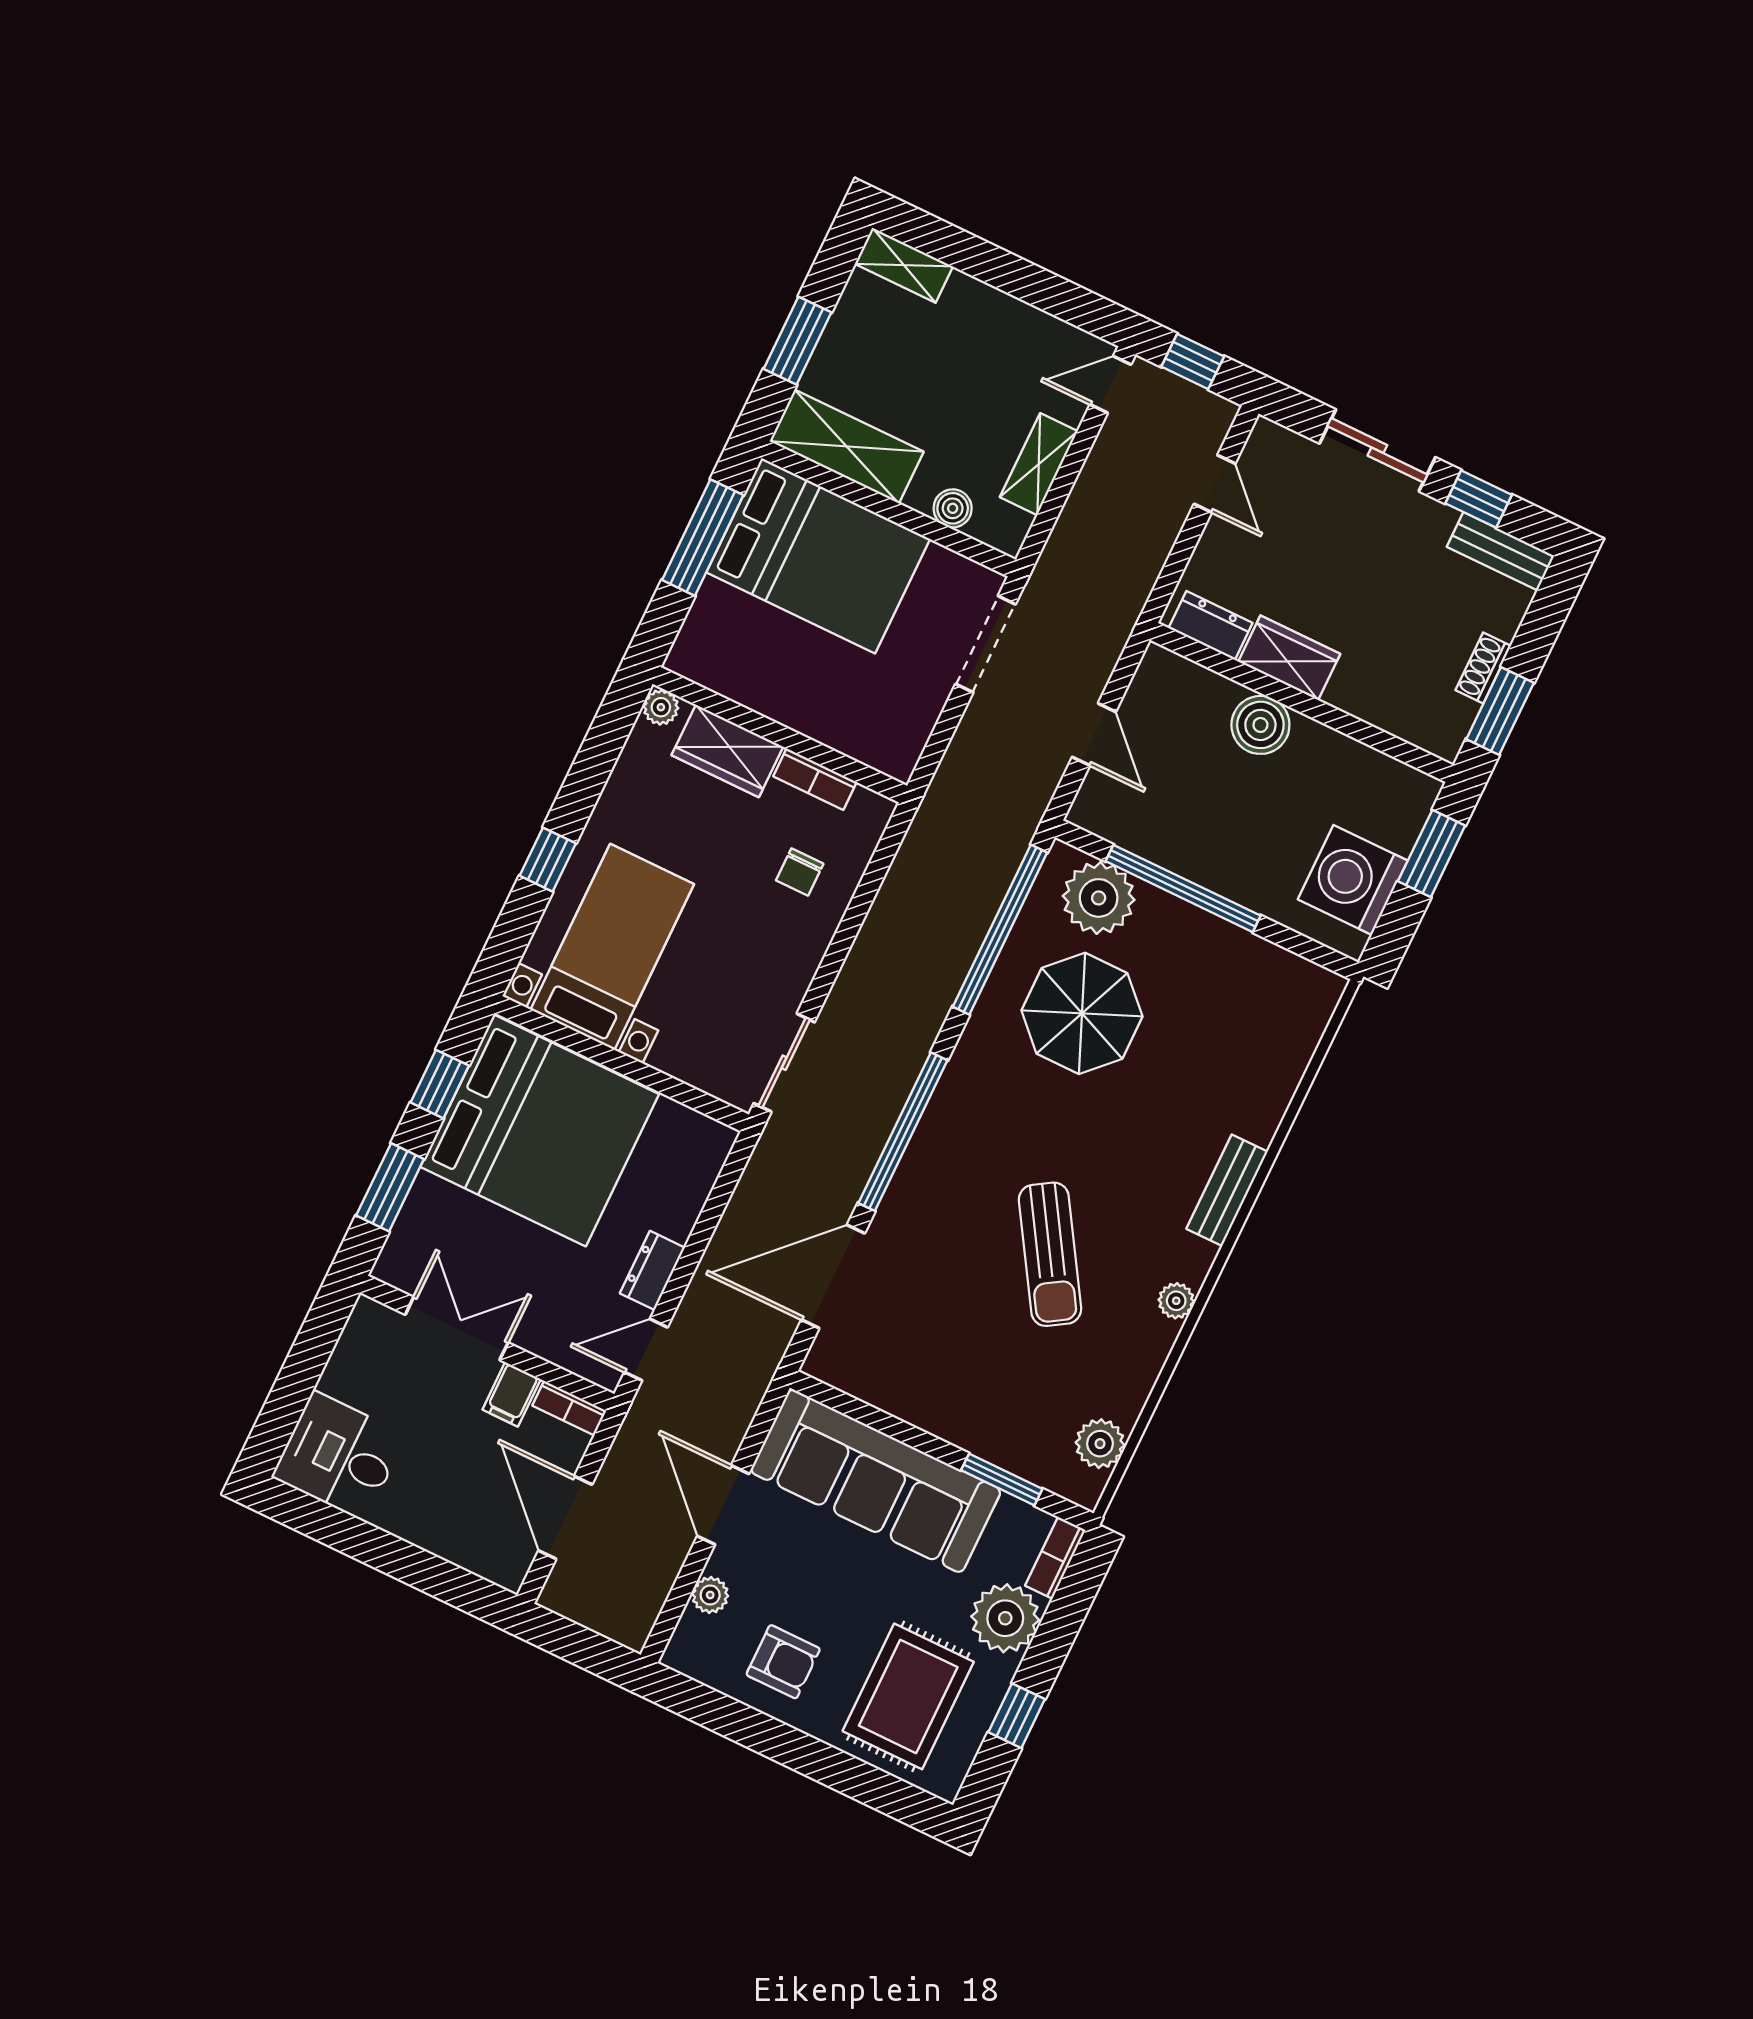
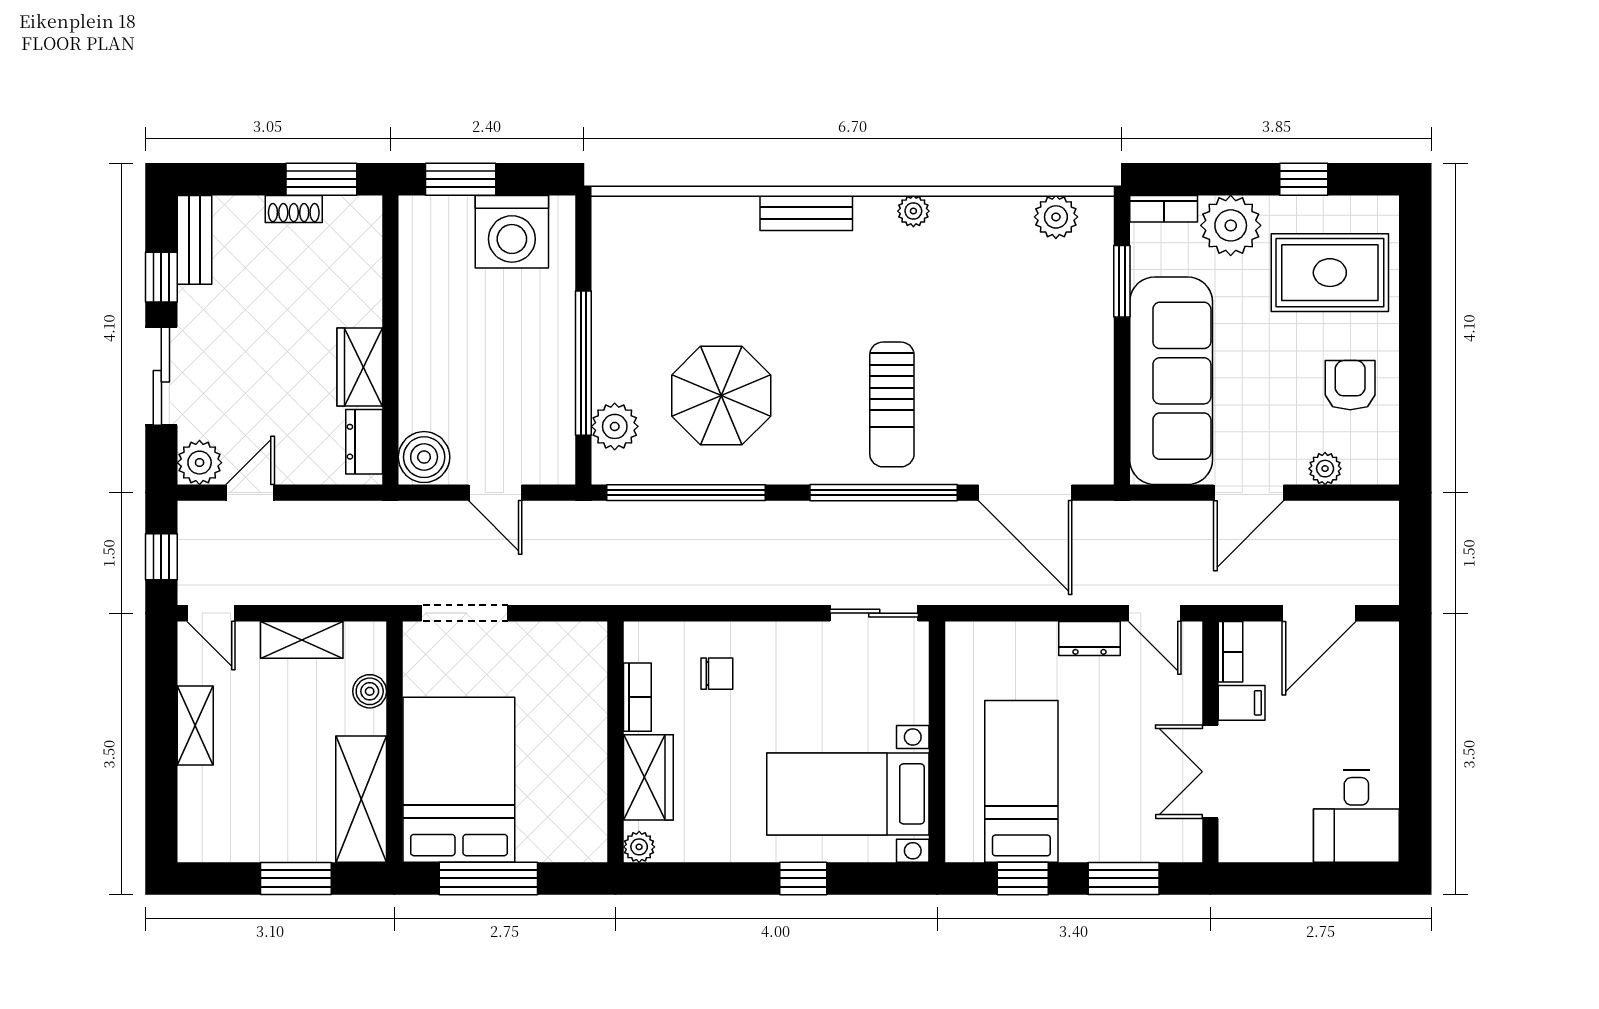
shelving: (904, 265) -> (195, 726), moved
plant: (1270, 447) -> (200, 463), added
boiler: (1260, 725) -> (424, 457), moved
door: (1094, 734) -> (495, 493), swing flipped
plant: (1099, 898) -> (615, 426), width x0.73, depth x0.73
bed: (540, 1130) -> (1021, 781), width x0.49
sun lounger: (1050, 1254) -> (892, 404), moved, turned 122

